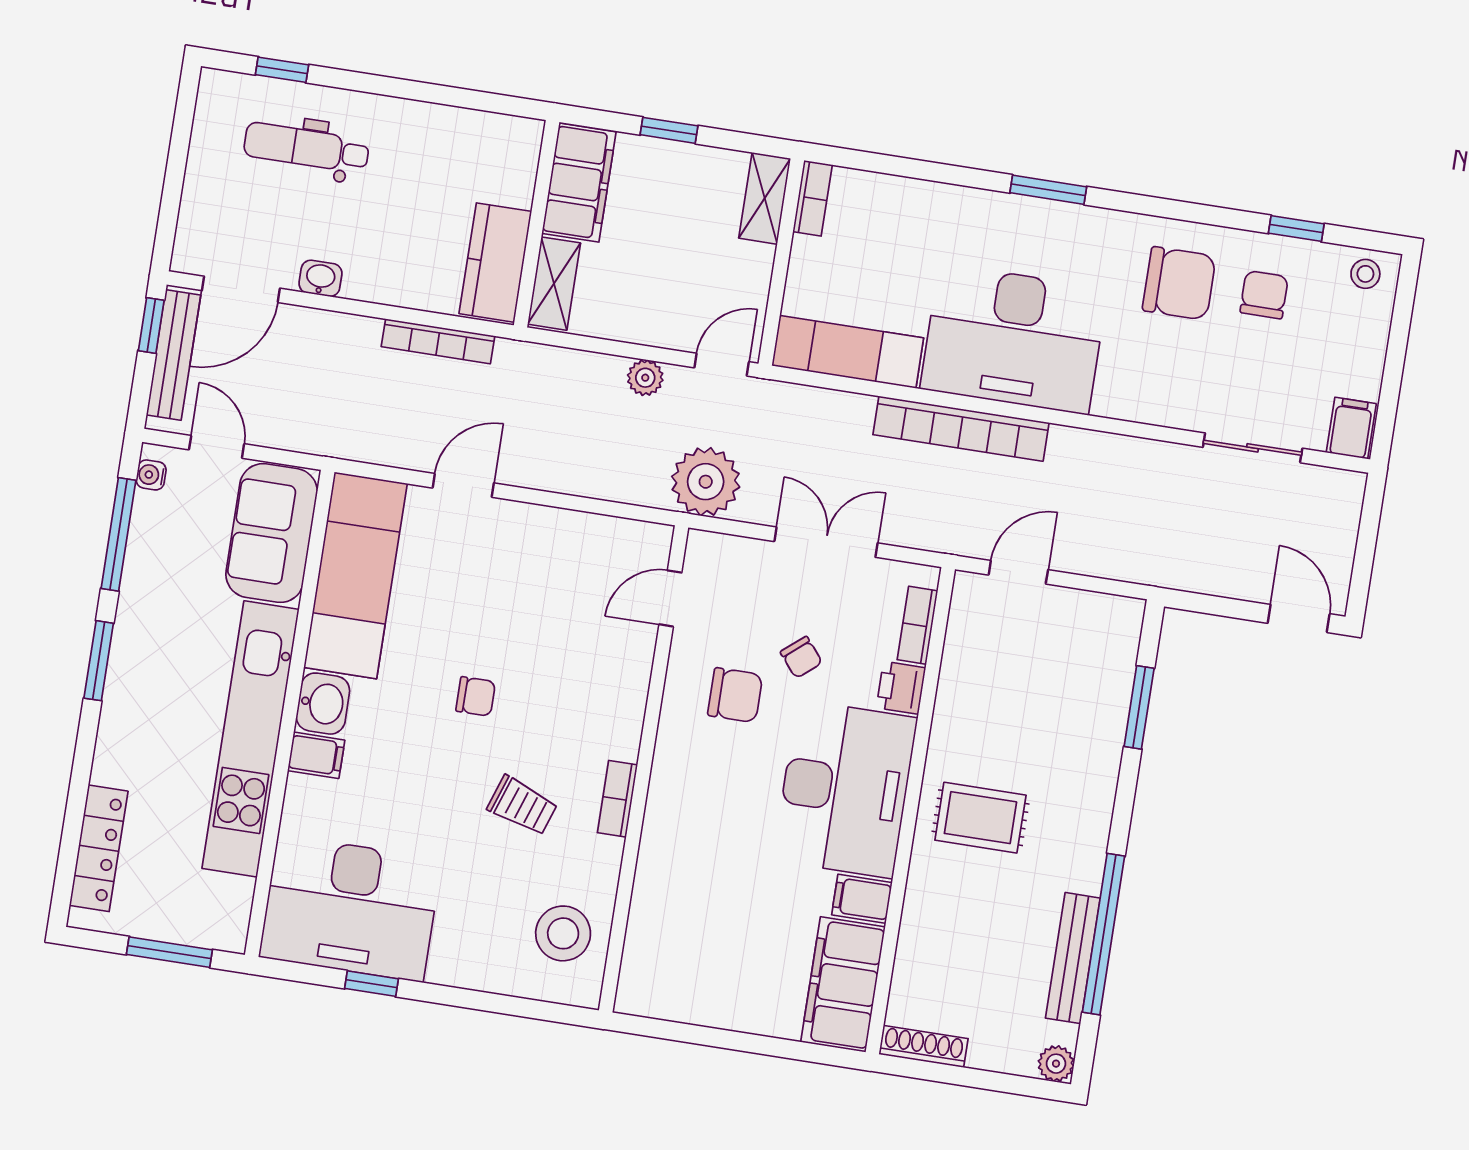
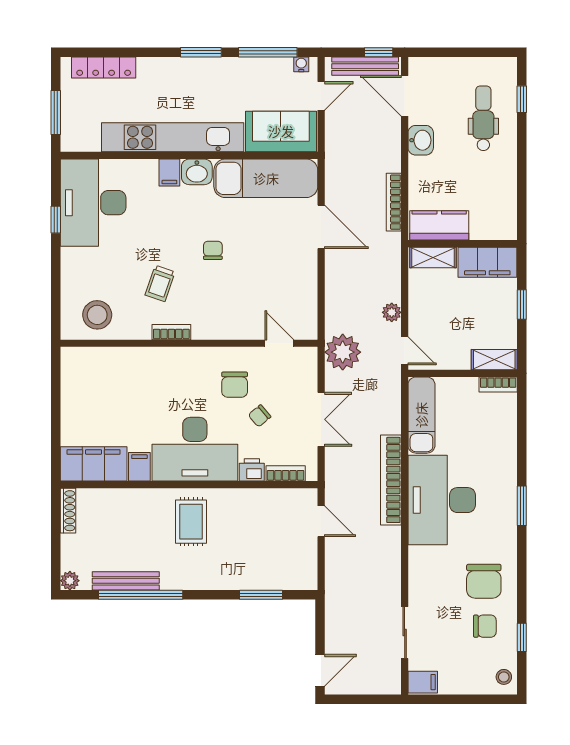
washbasin: (320, 278) -> (421, 140), width x1.38, depth x1.45
door: (463, 485) -> (321, 227), width x1.38
chair: (476, 696) -> (213, 250), turned 180

